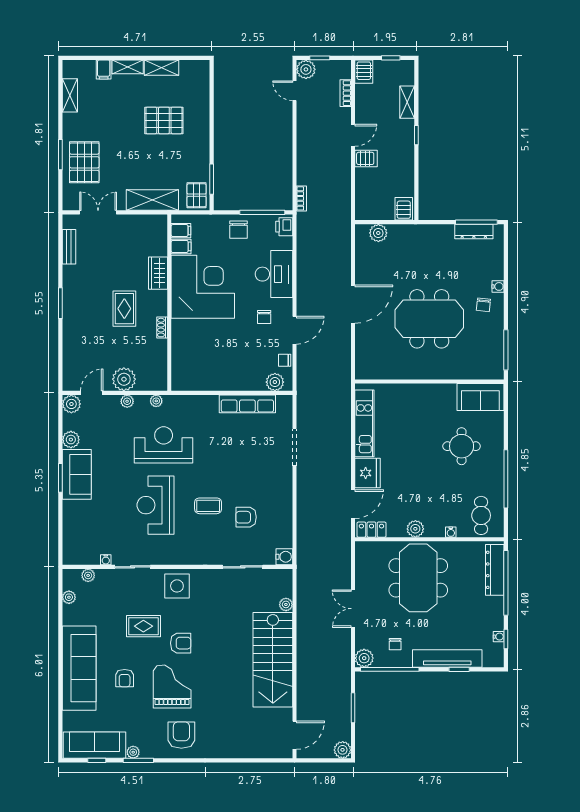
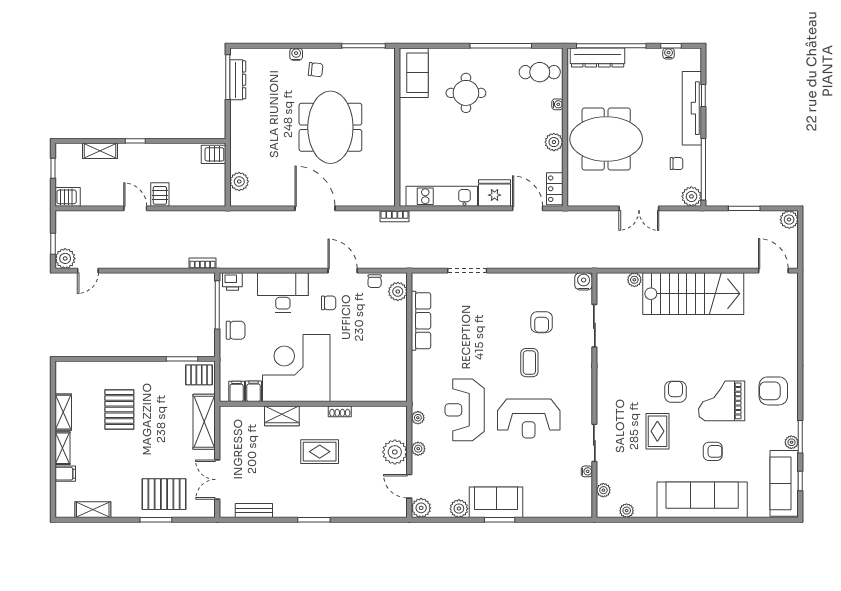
bookcase: (346, 93) -> (395, 216), moved
side table: (177, 586) -> (615, 396), removed

